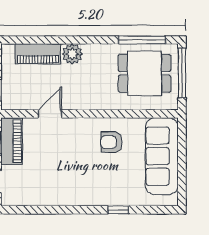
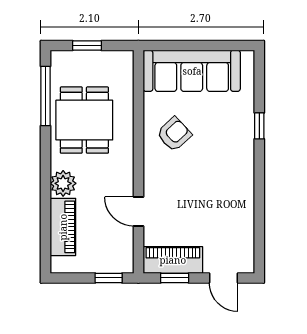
dining table: (144, 73) -> (84, 120), moved
window: (182, 73) -> (87, 46), width x0.46
armchair: (111, 142) -> (174, 134), turned -133

